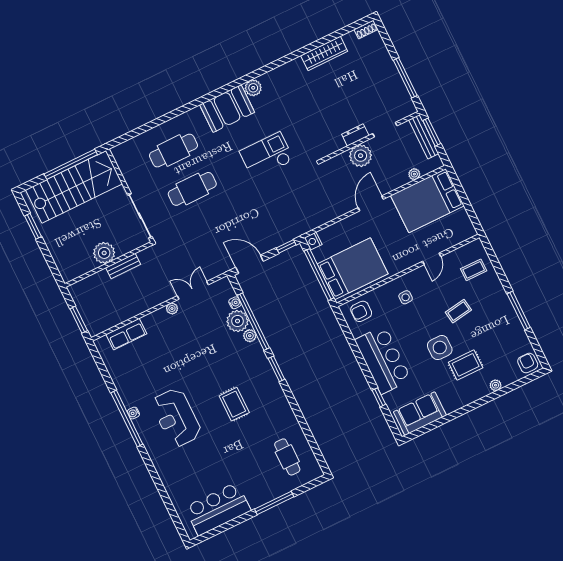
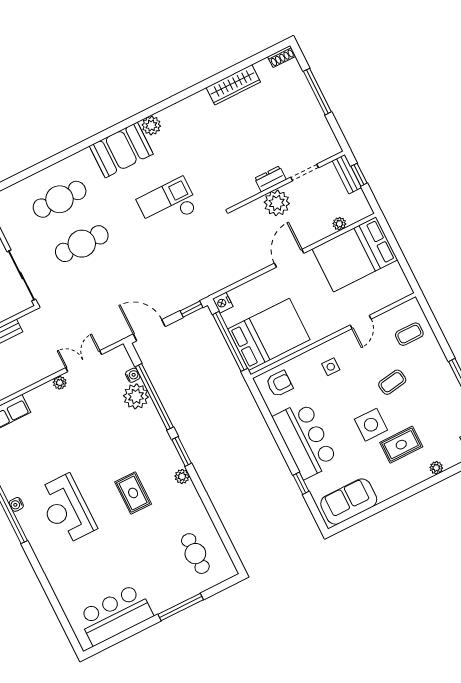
window: (405, 78) -> (317, 92), moved
window: (432, 132) -> (359, 175), width x0.67
bench: (424, 137) -> (347, 174), width x0.73
armchair: (361, 311) -> (279, 384), turned 180
plant: (250, 336) -> (182, 476), moved

